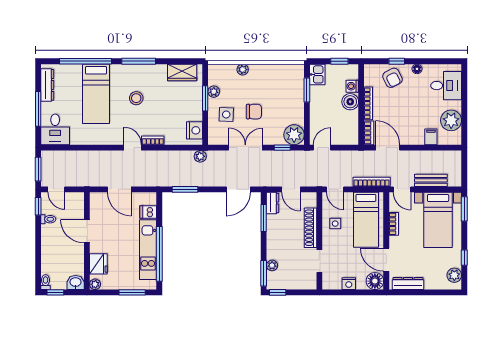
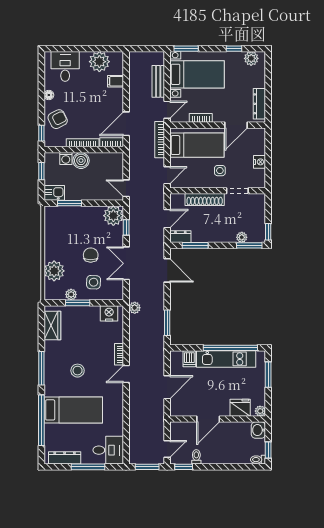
window: (397, 61) -> (41, 133), moved
plant: (243, 70) -> (54, 271), width x1.88, depth x1.88
side table: (335, 224) -> (220, 171), moved
floor lamp: (375, 281) -> (257, 136), removed

